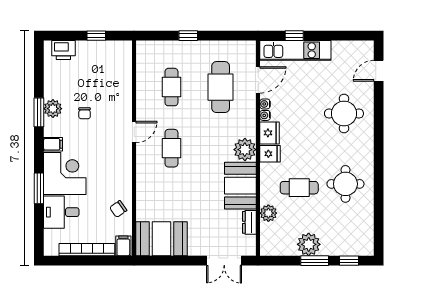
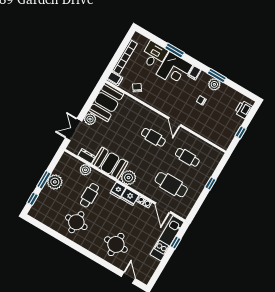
plant: (197, 247) -> (90, 119), added

